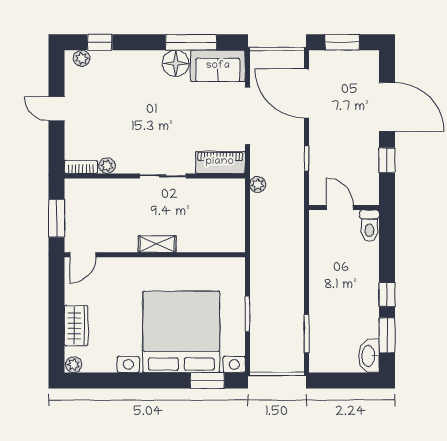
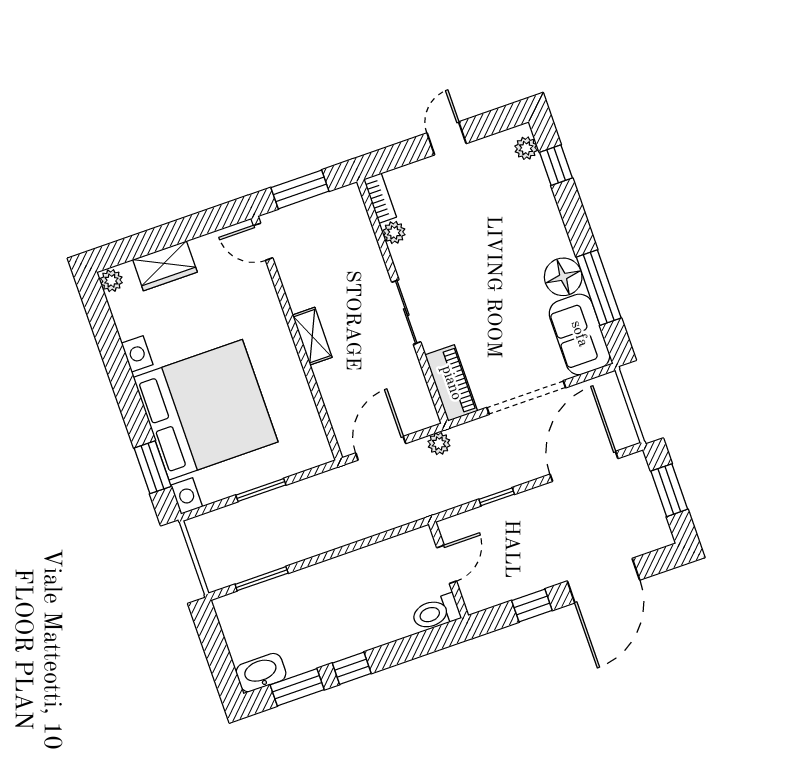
door: (247, 224) -> (381, 448), added

